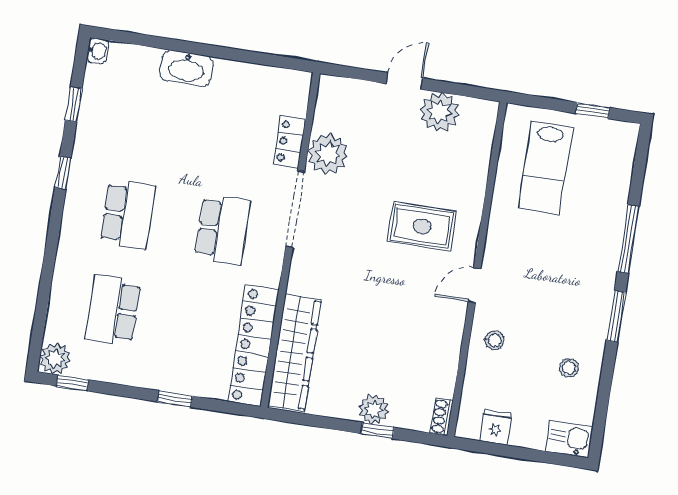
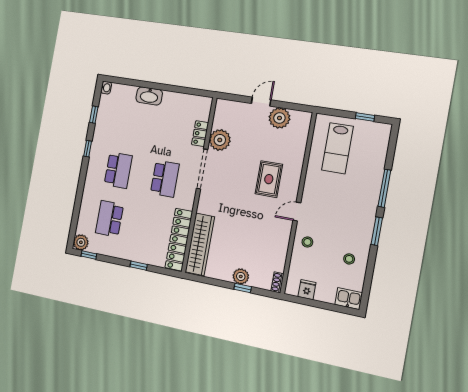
rug: (422, 226) -> (269, 179), turned 90

